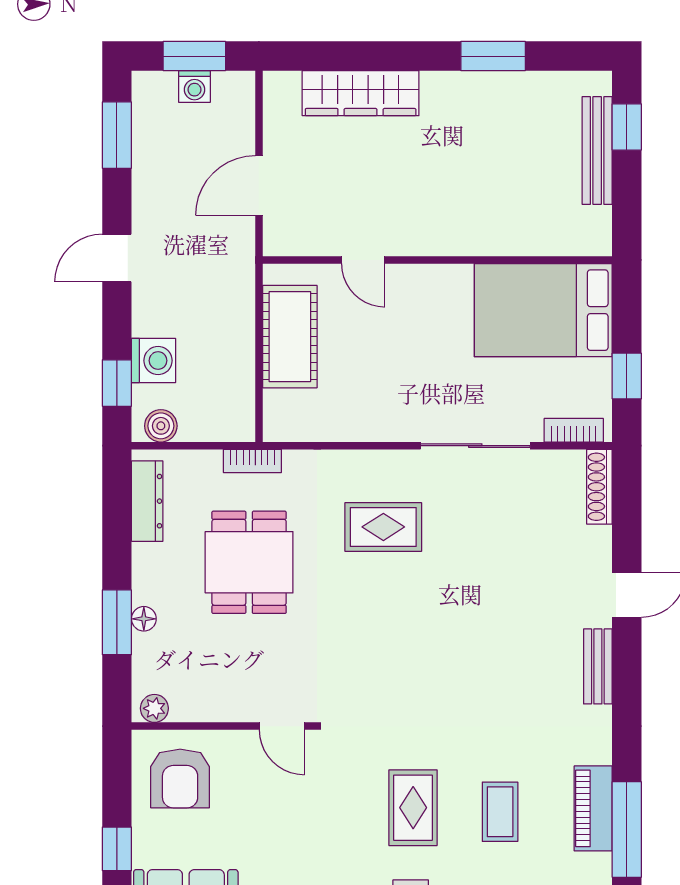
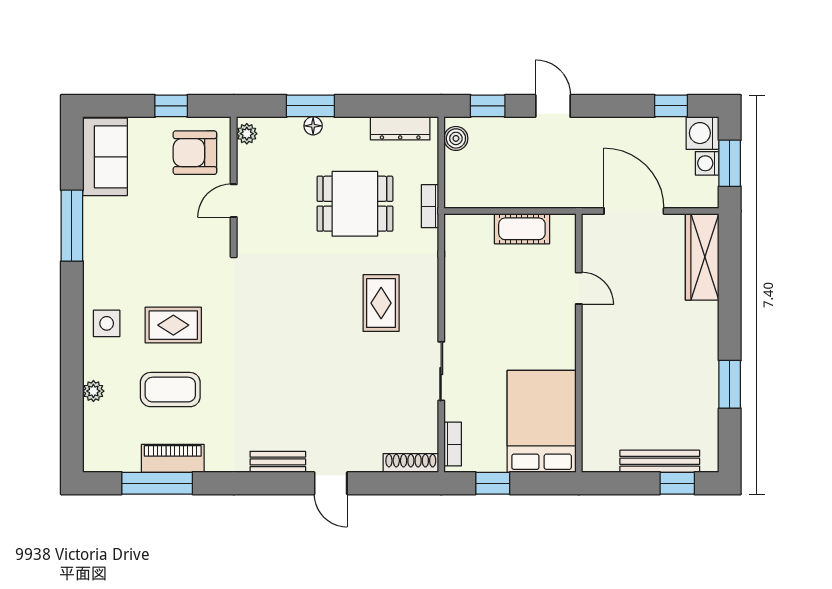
wardrobe: (361, 93) -> (702, 257), moved
window: (117, 135) -> (671, 106), width x0.67
door: (259, 185) -> (634, 211), width x1.36
door: (117, 258) -> (553, 106), moved
door: (363, 260) -> (579, 288), swing flipped
cot: (290, 337) -> (522, 229), width x0.73, depth x0.75
washing machine: (154, 361) -> (703, 133), moved, turned 90
sliding door: (475, 446) -> (441, 371), width x0.73
door: (282, 726) -> (234, 201), moved
coffee table: (500, 812) -> (170, 390), width x1.36, depth x1.30
window: (117, 849) -> (171, 106), moved

